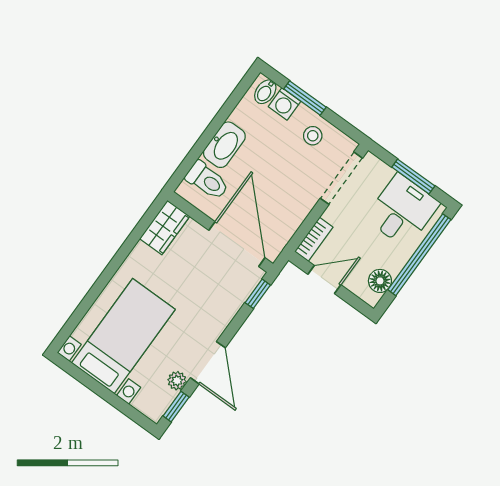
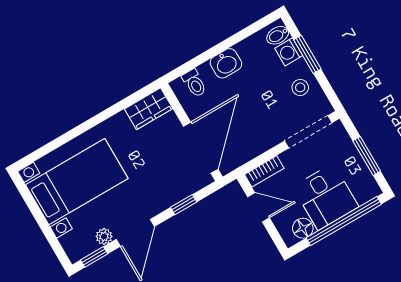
washbasin: (224, 145) -> (226, 63), width x0.72
toilet: (207, 180) -> (194, 83), width x0.73, depth x0.72
desk: (402, 211) -> (326, 197), moved, turned 90
window: (258, 294) -> (184, 205), moved

